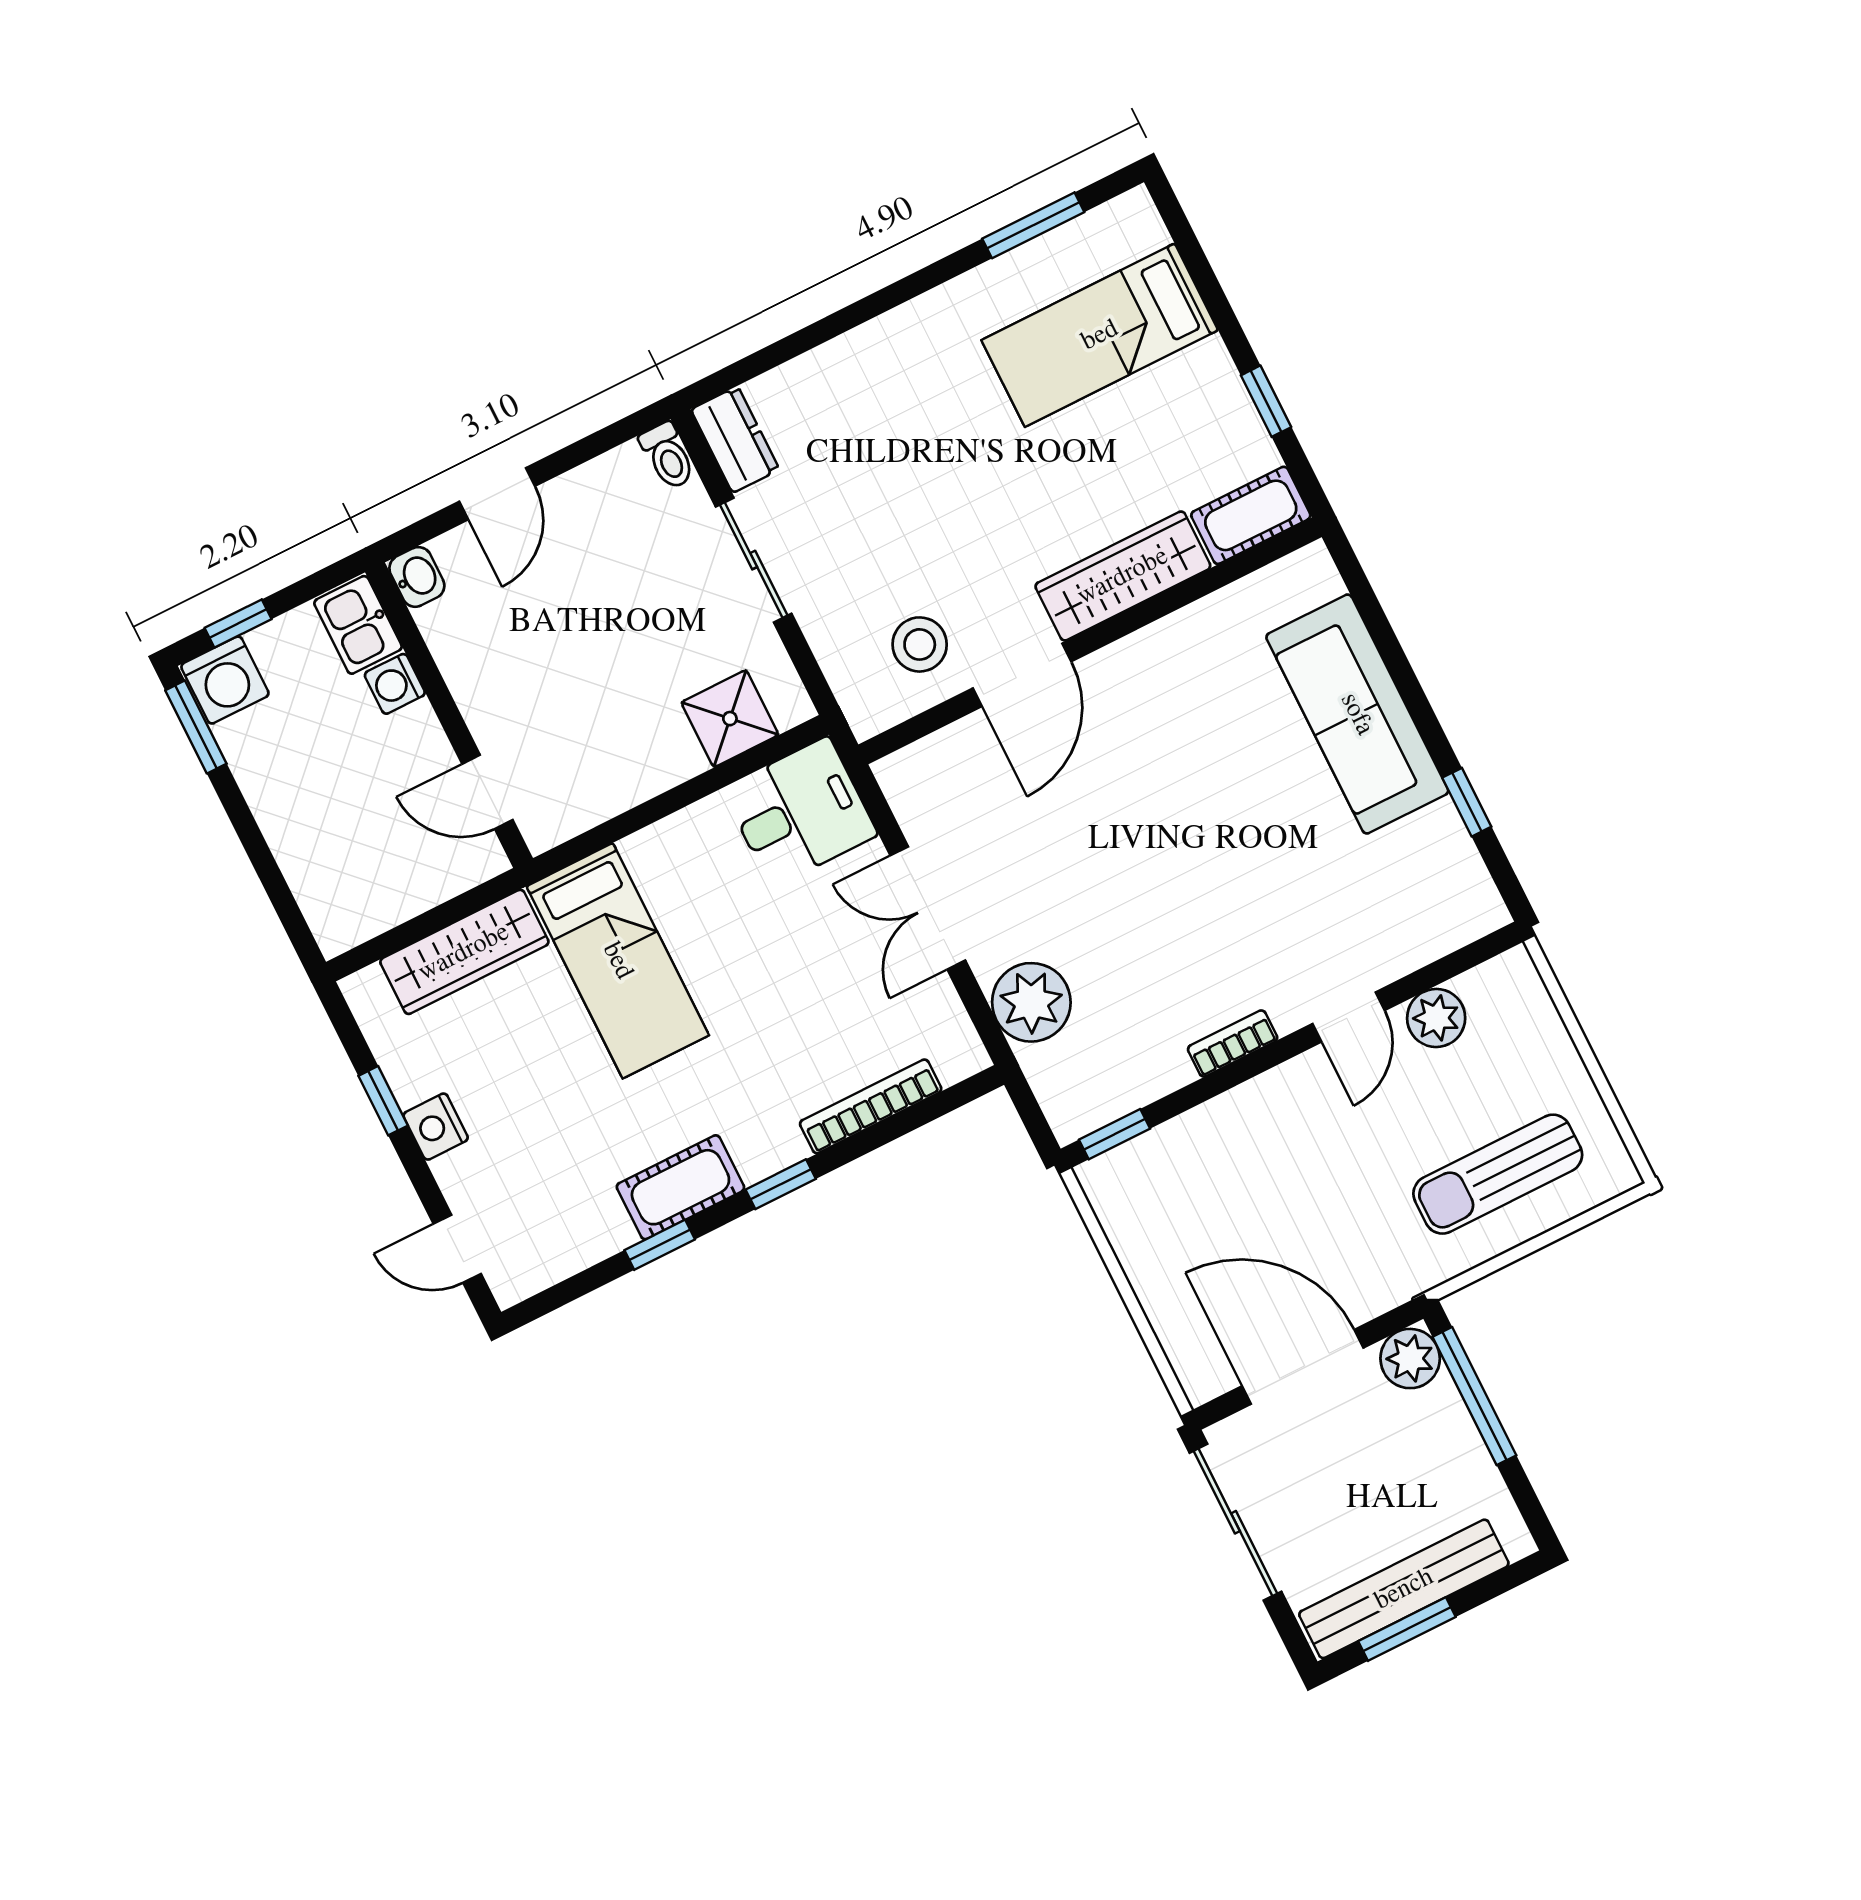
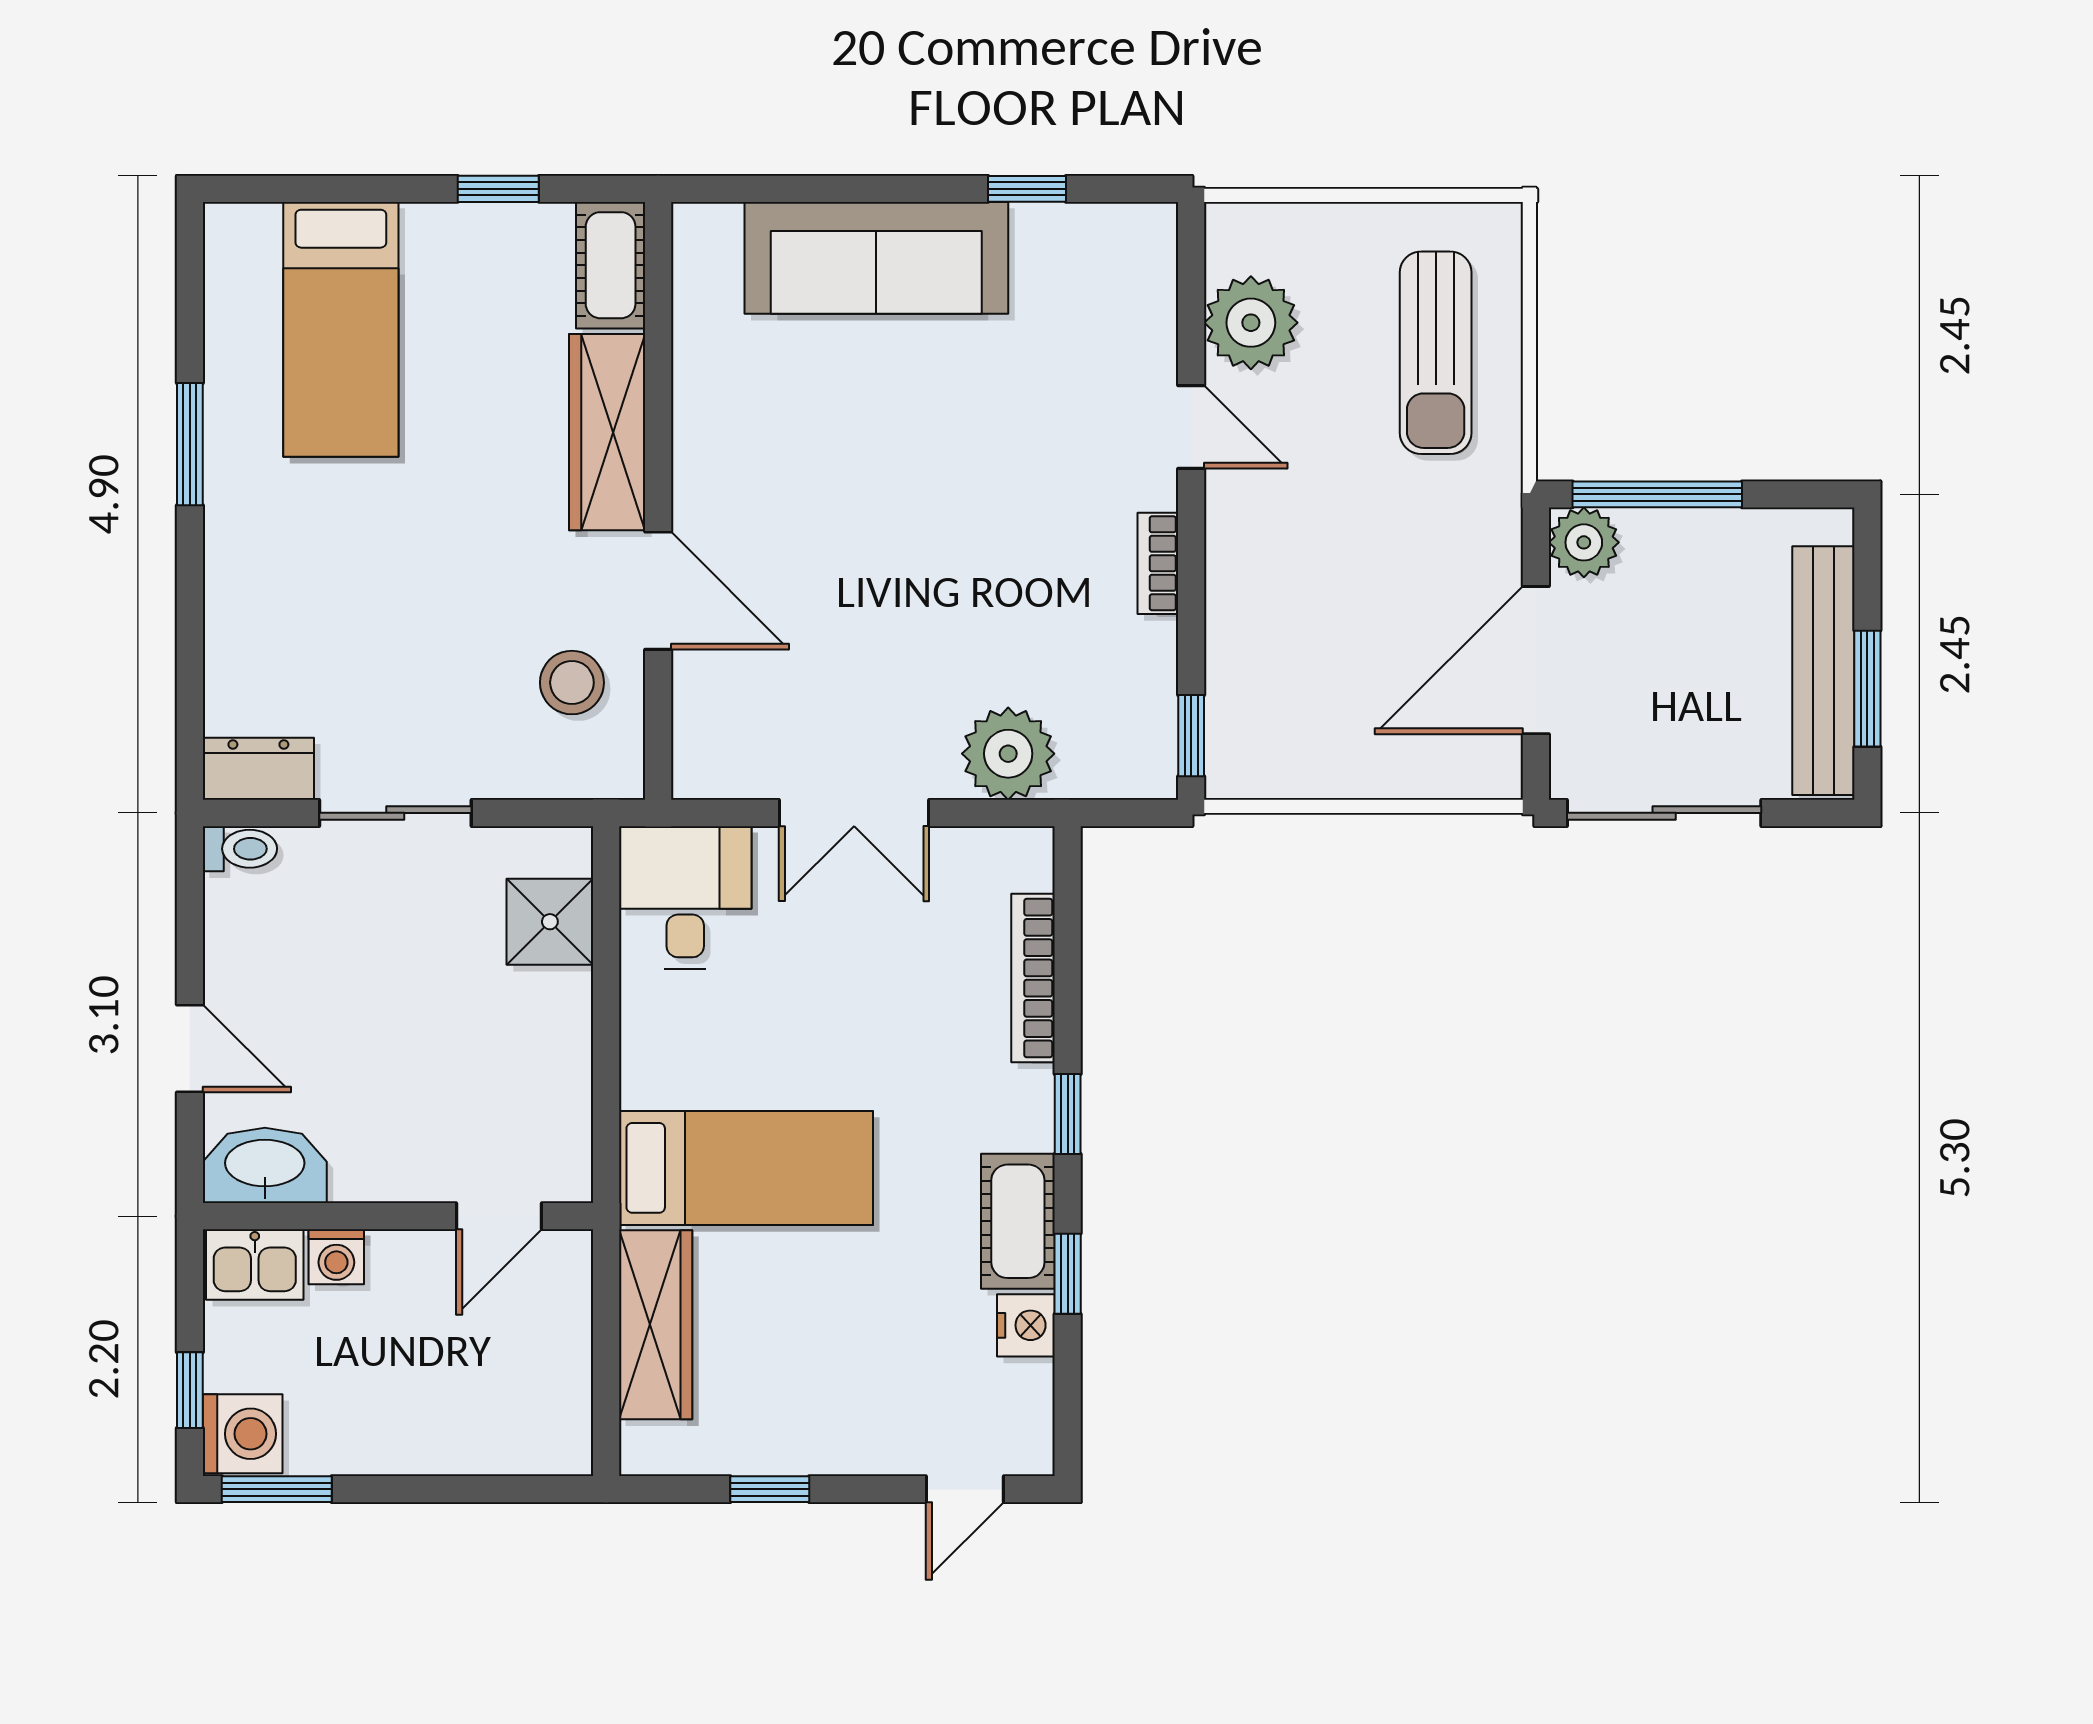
window: (1033, 225) -> (190, 444), moved
washbasin: (417, 577) -> (265, 1165), width x1.91, depth x1.45
plant: (1436, 1018) -> (1251, 323), width x1.36, depth x1.36
nightstand: (436, 1127) -> (1026, 1325), moved, turned -90

